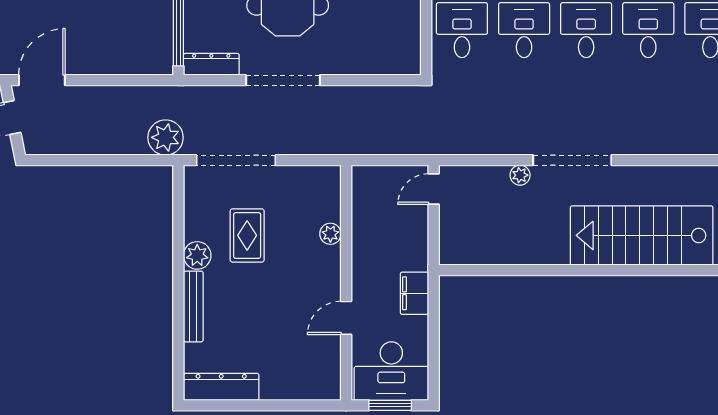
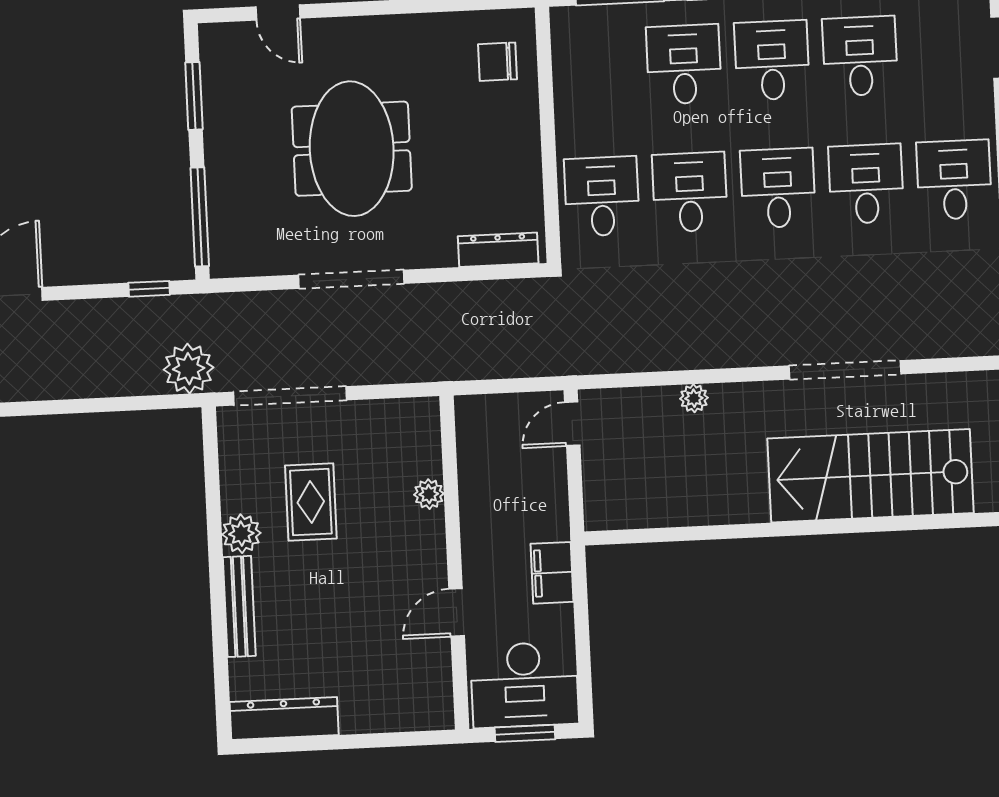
dresser: (211, 64) -> (498, 250), moved
window: (140, 80) -> (149, 289), added
doorway: (572, 160) -> (845, 370), moved

